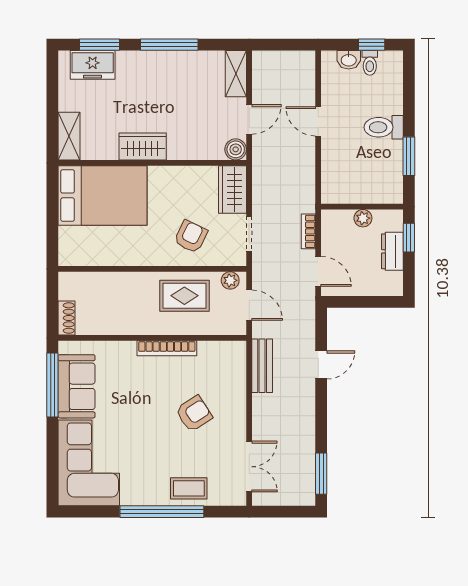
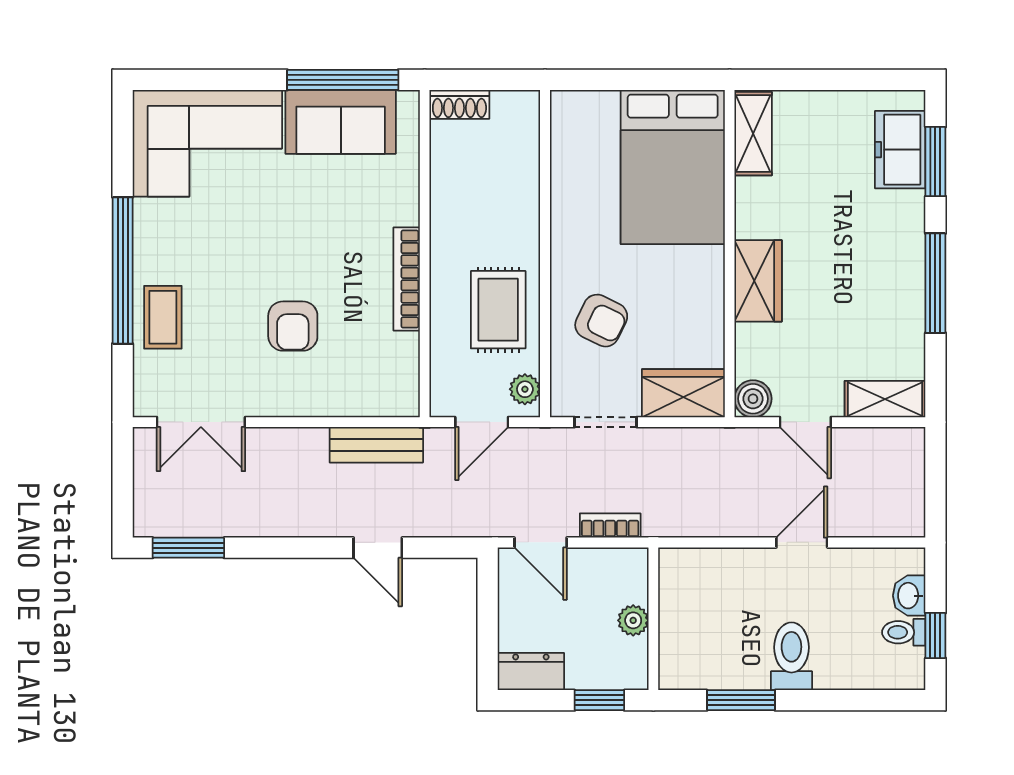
shelving: (69, 136) -> (753, 134), moved, turned 90
wardrobe: (143, 146) -> (758, 281), moved
dresser: (392, 251) -> (531, 671), moved
door: (318, 271) -> (541, 542), hinge flipped
armchair: (194, 414) -> (293, 326), turned 33

